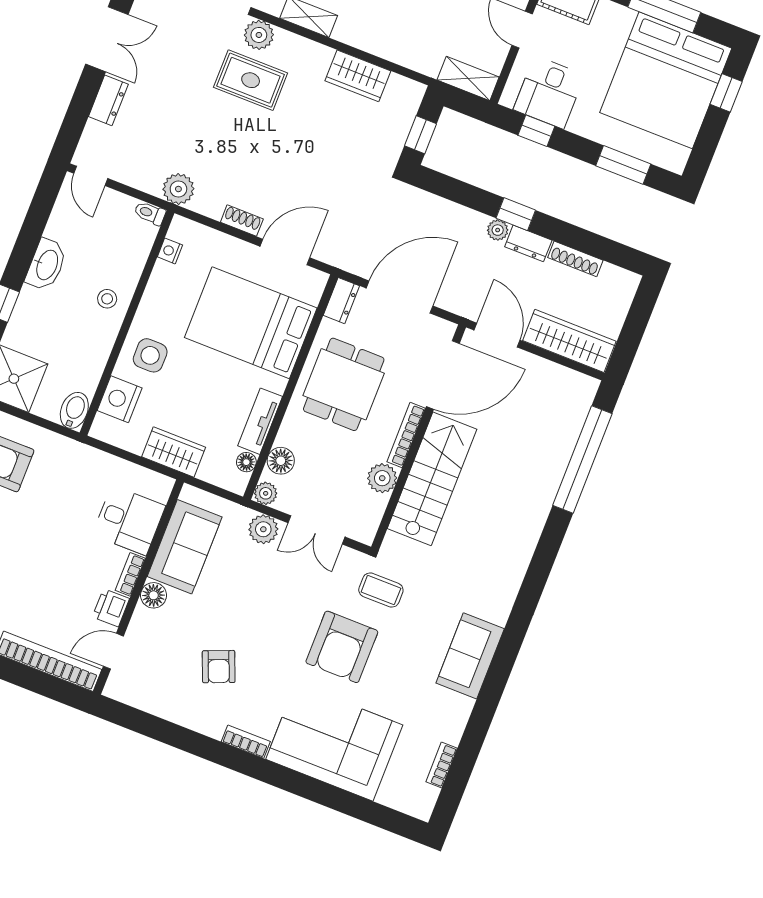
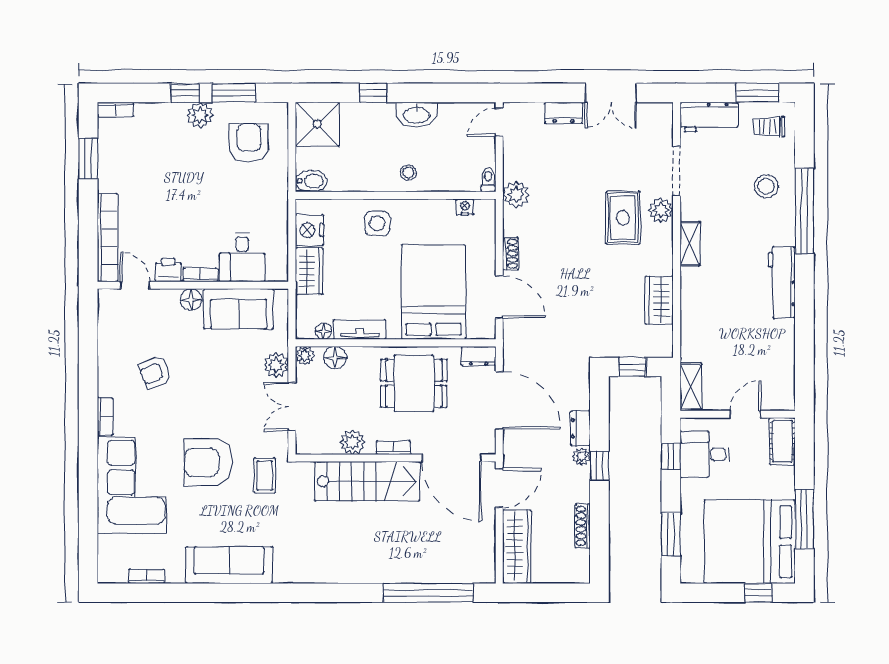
dresser: (528, 243) -> (580, 428), moved
nightstand: (120, 399) -> (309, 230), moved, turned -90
bookcase: (406, 435) -> (394, 448), width x0.64
sofa: (470, 656) -> (229, 565), width x1.36

